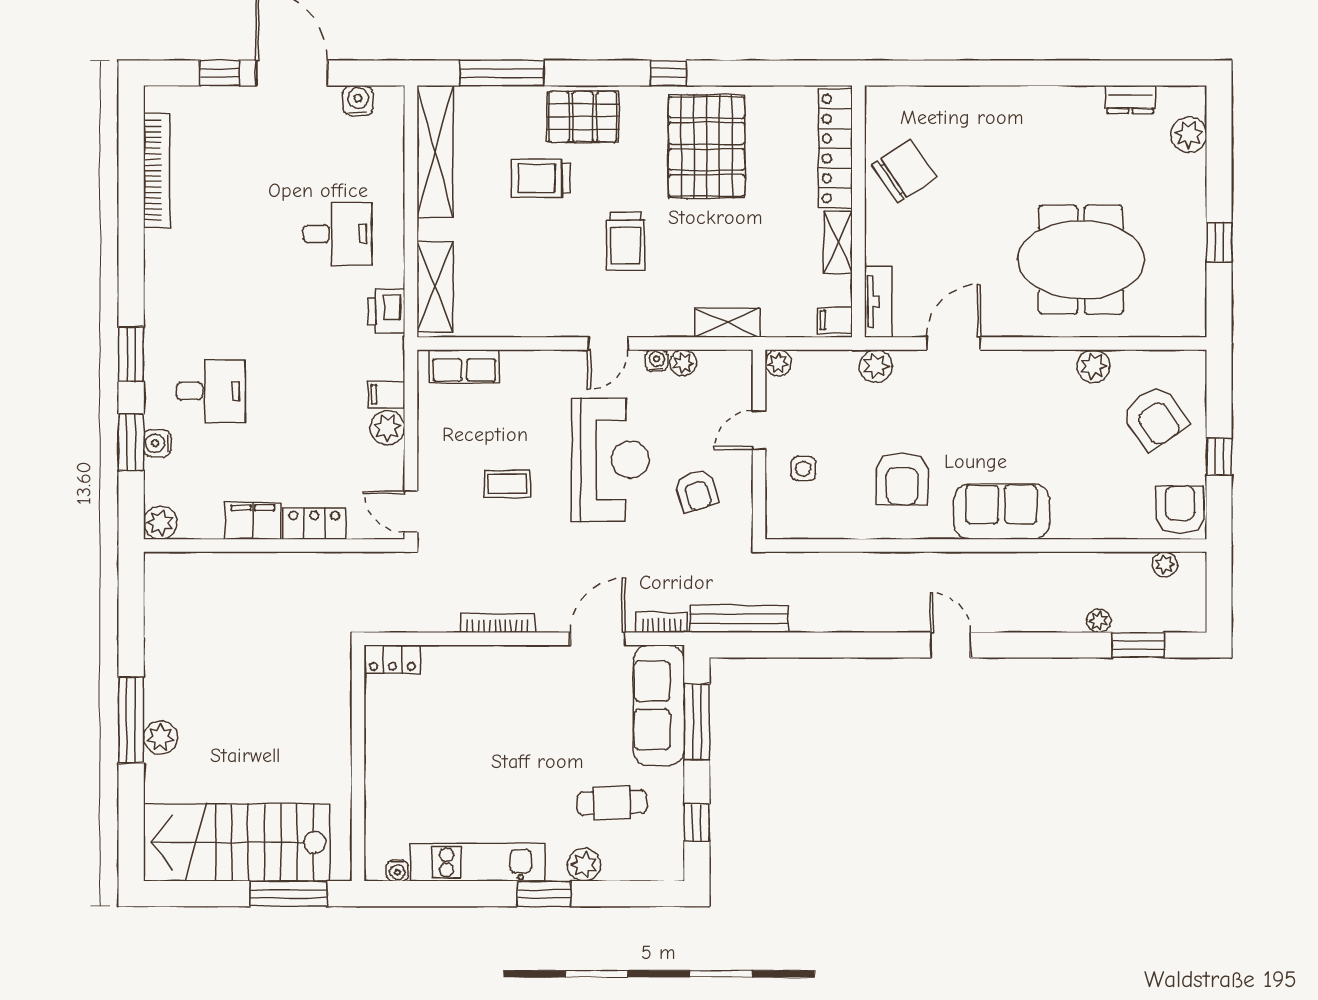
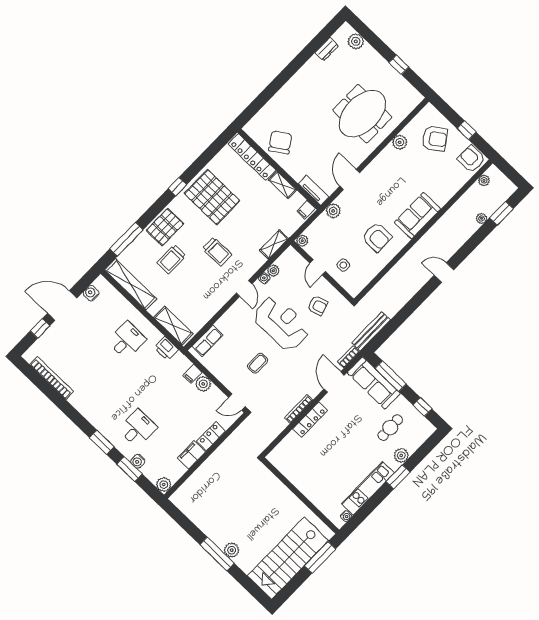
locker: (392, 659) -> (310, 420), moved, width x1.53

